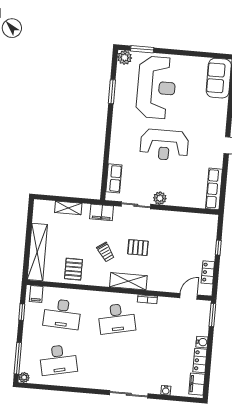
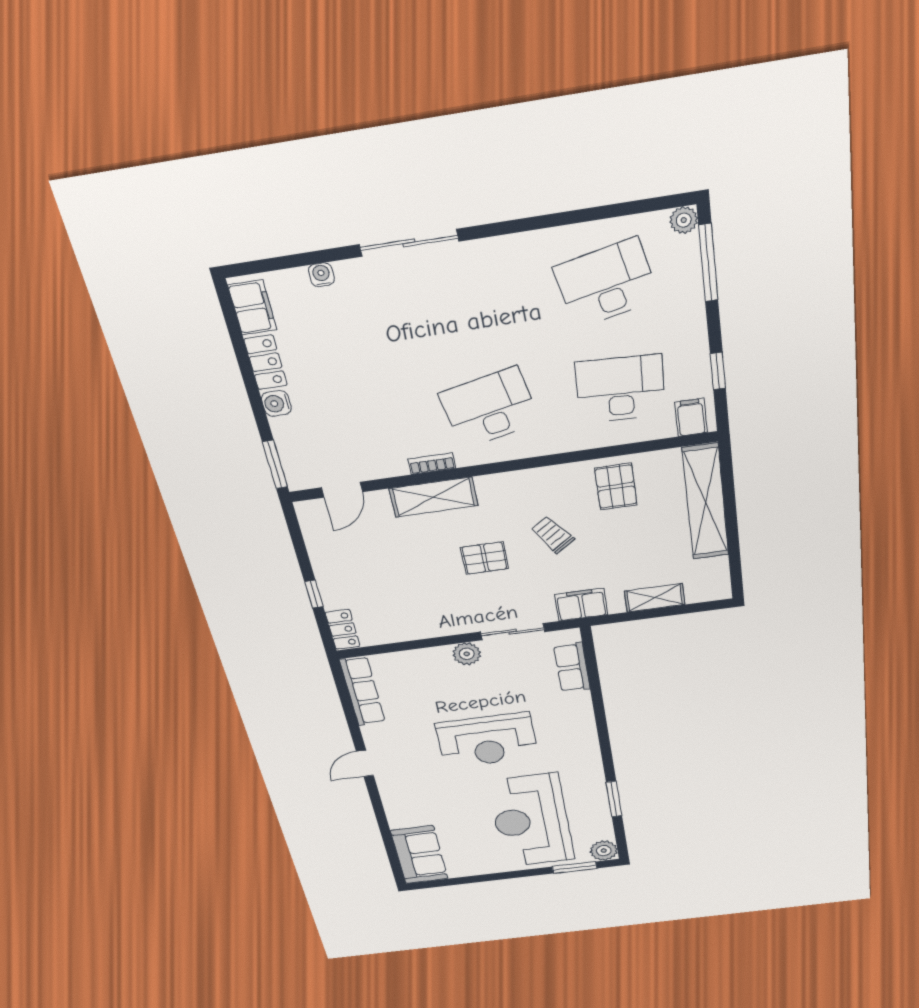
reception desk: (164, 145) -> (487, 740), turned 180
locker: (208, 272) -> (343, 629), moved
shelving: (128, 281) -> (434, 497), moved

